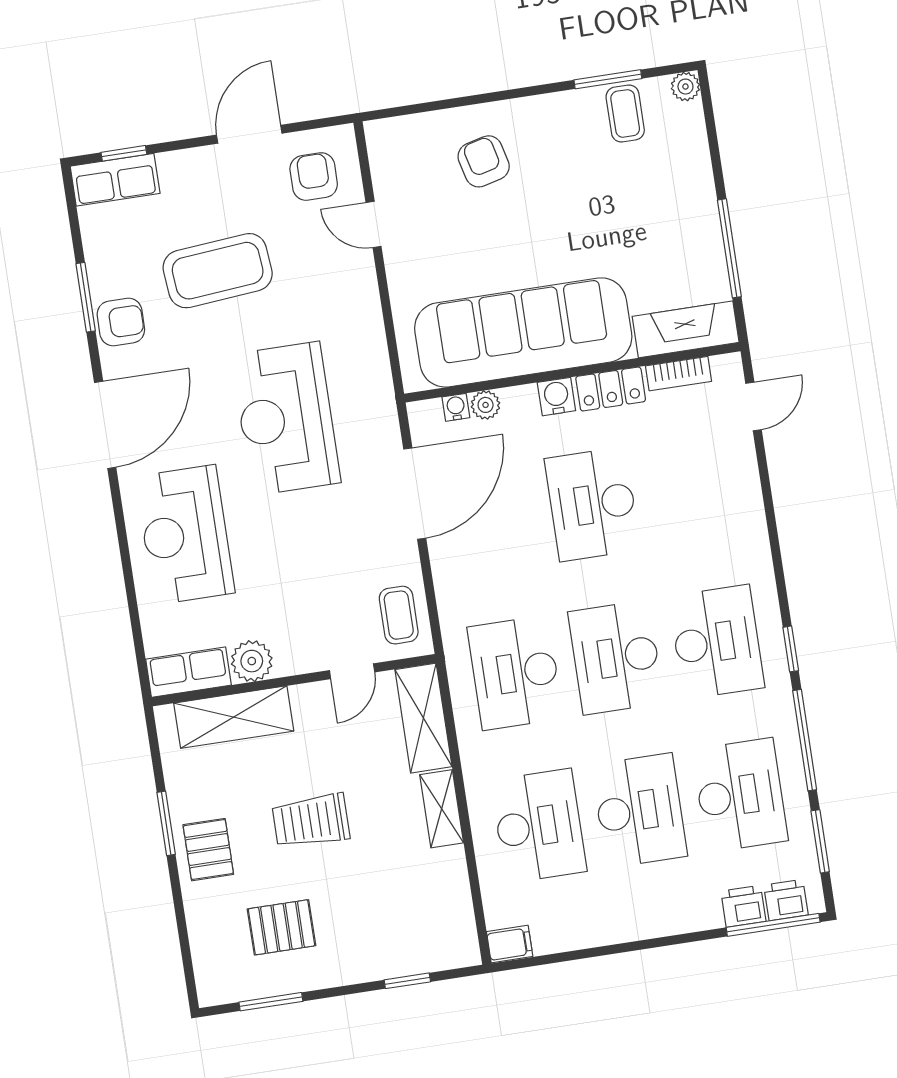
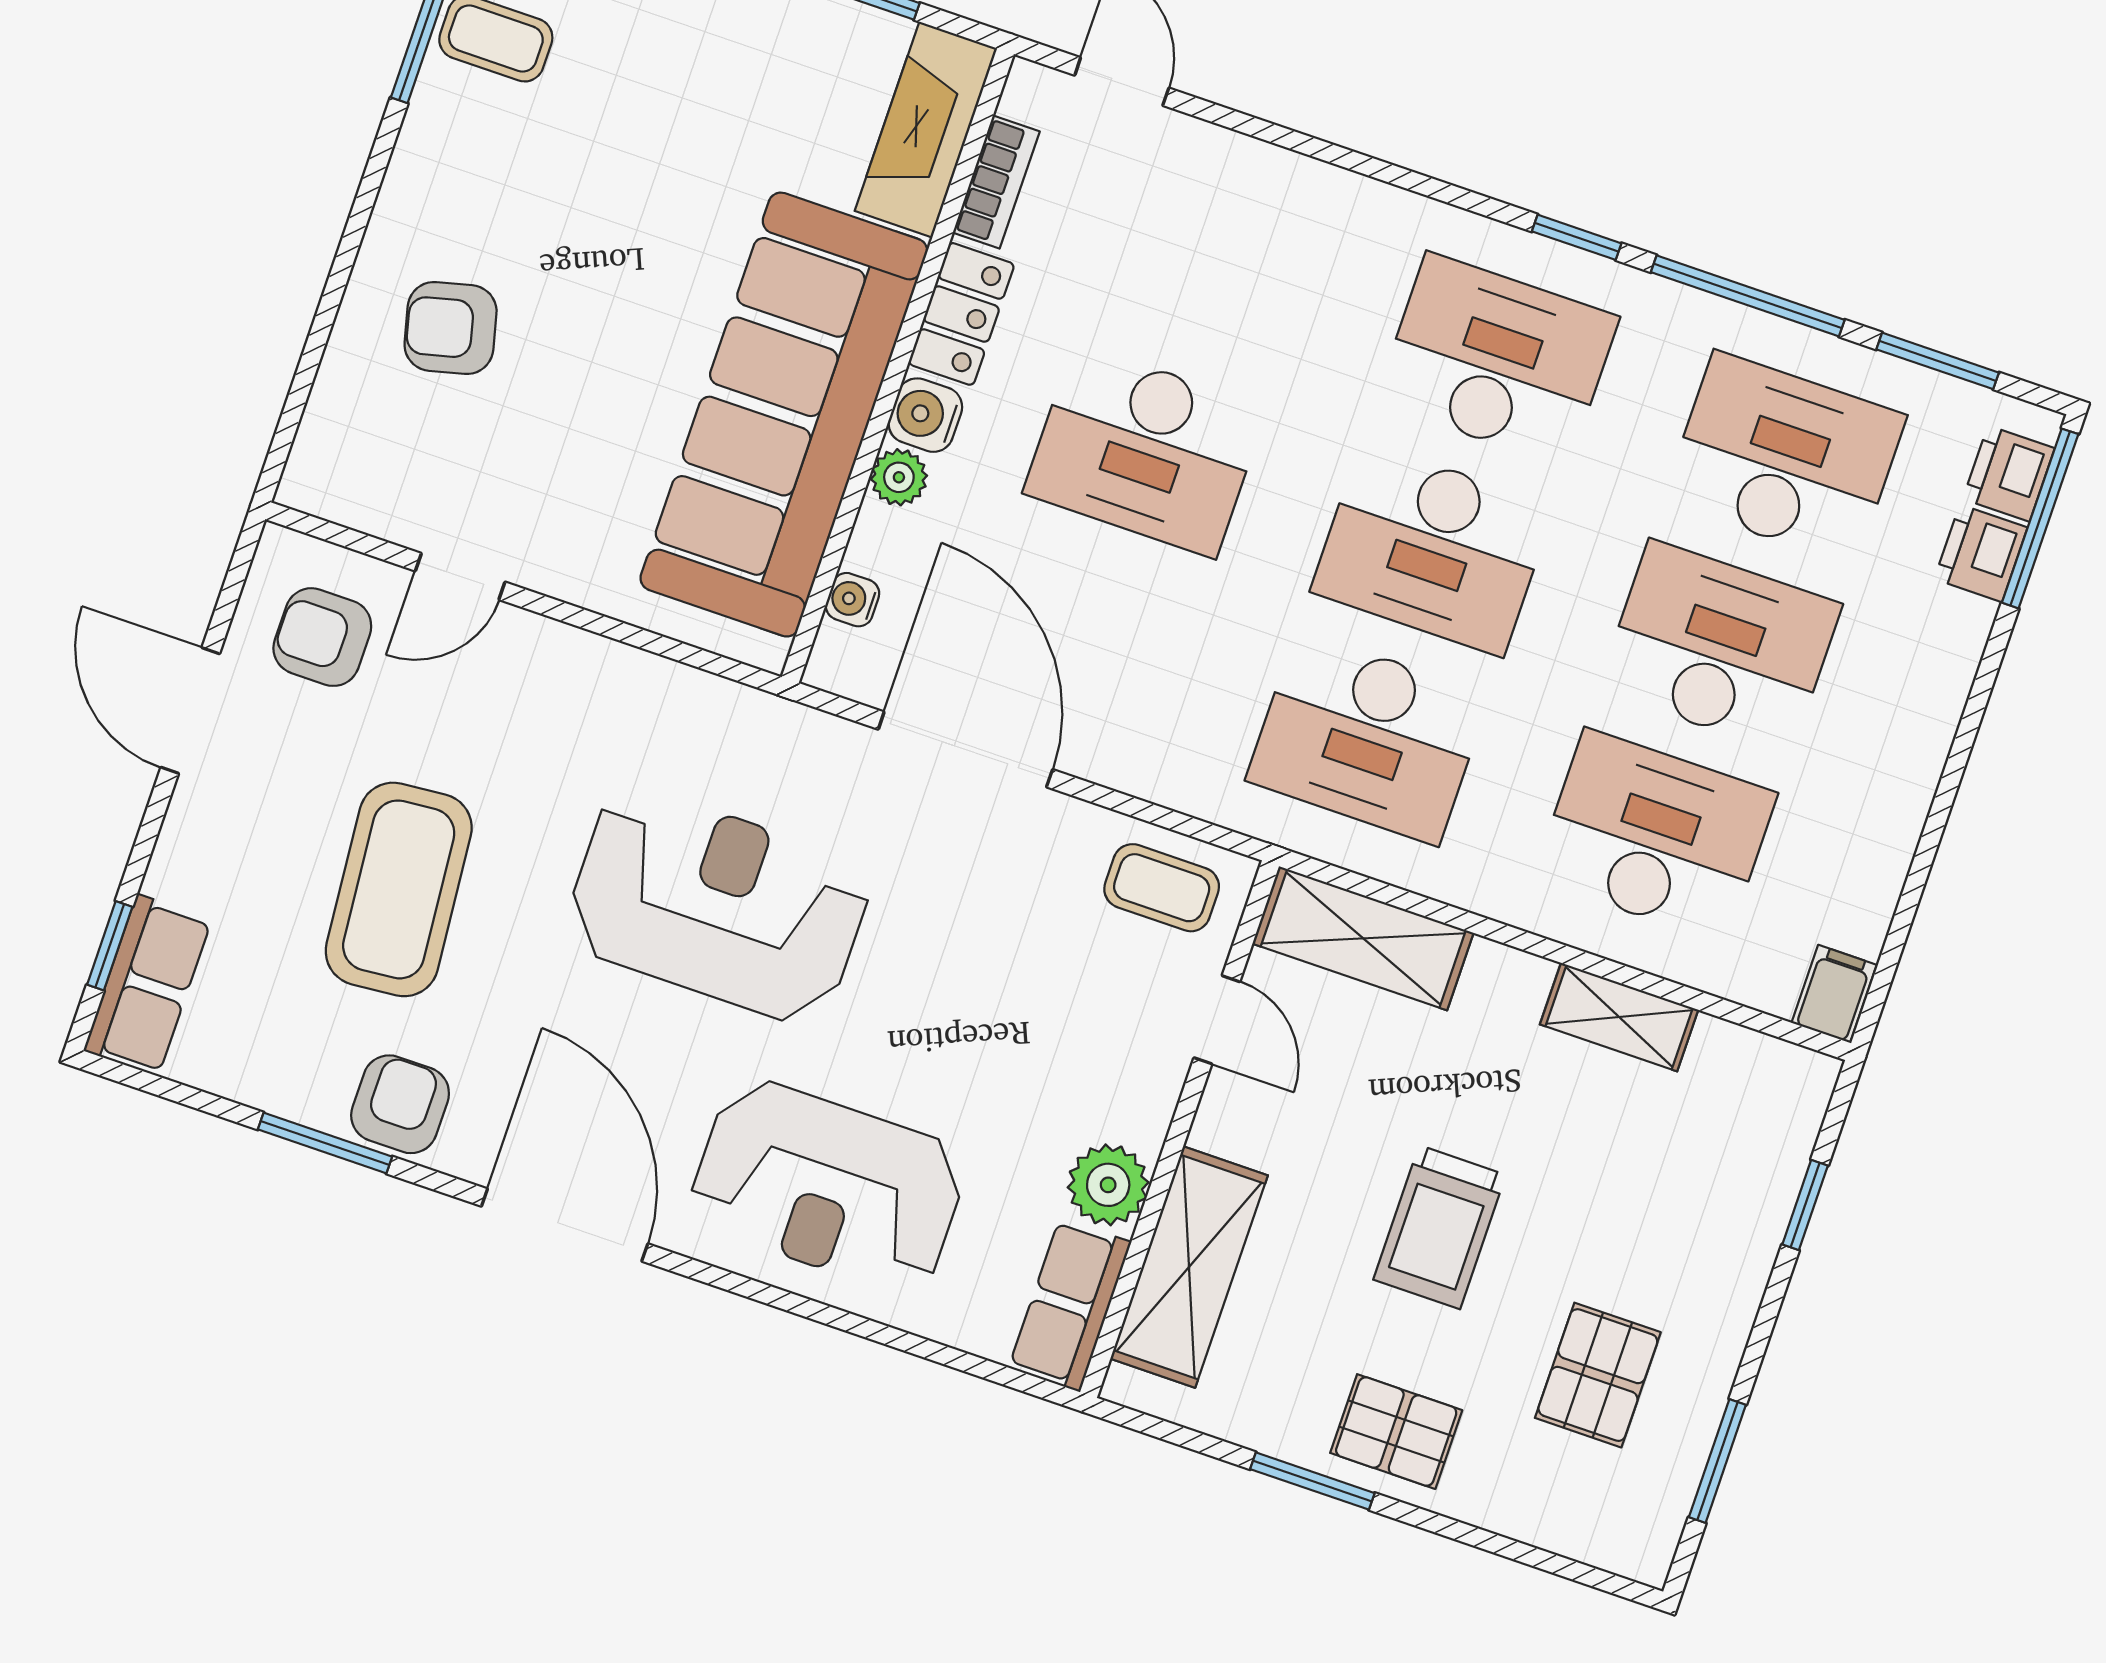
plant: (486, 405) -> (899, 477), moved
reception desk: (286, 419) -> (718, 905), turned 180
shelving: (442, 809) -> (1619, 1017), moved

